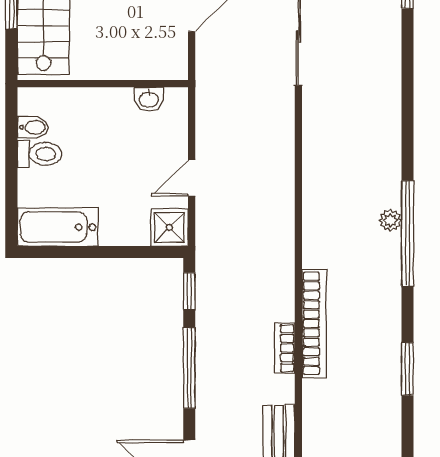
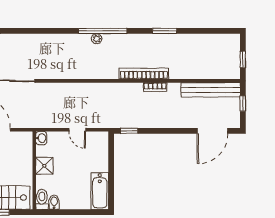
washbasin: (149, 99) -> (41, 138), moved
toilet: (40, 154) -> (42, 199), moved
shower: (169, 227) -> (44, 166), moved
window: (189, 368) -> (164, 131), removed

